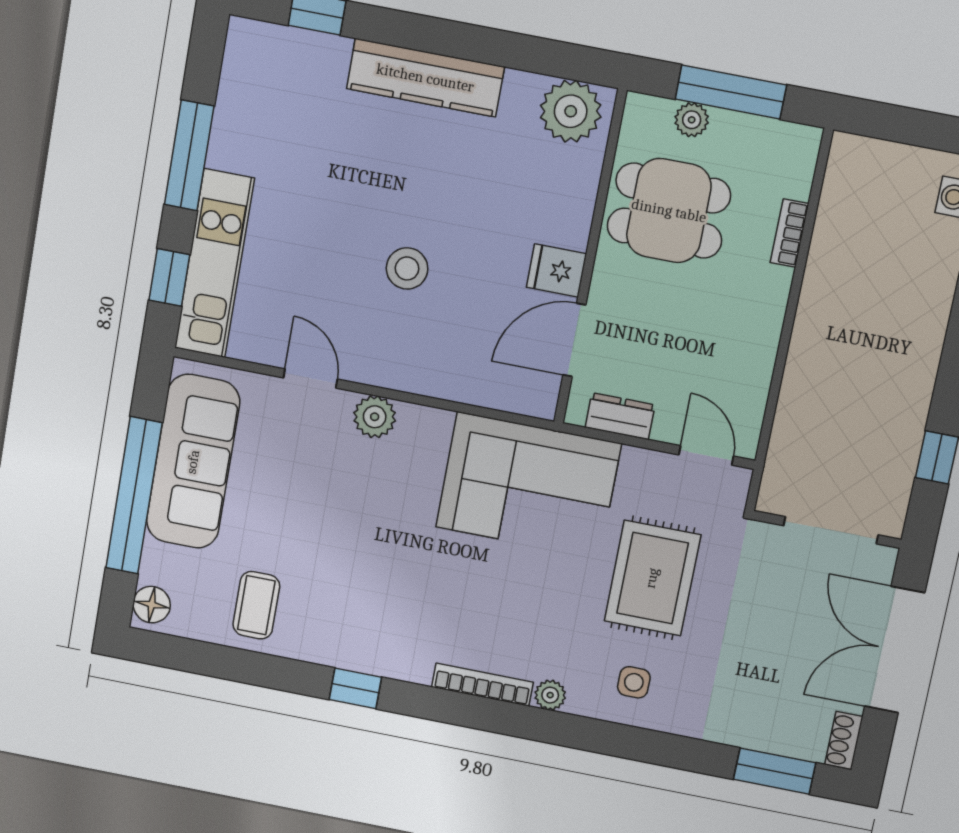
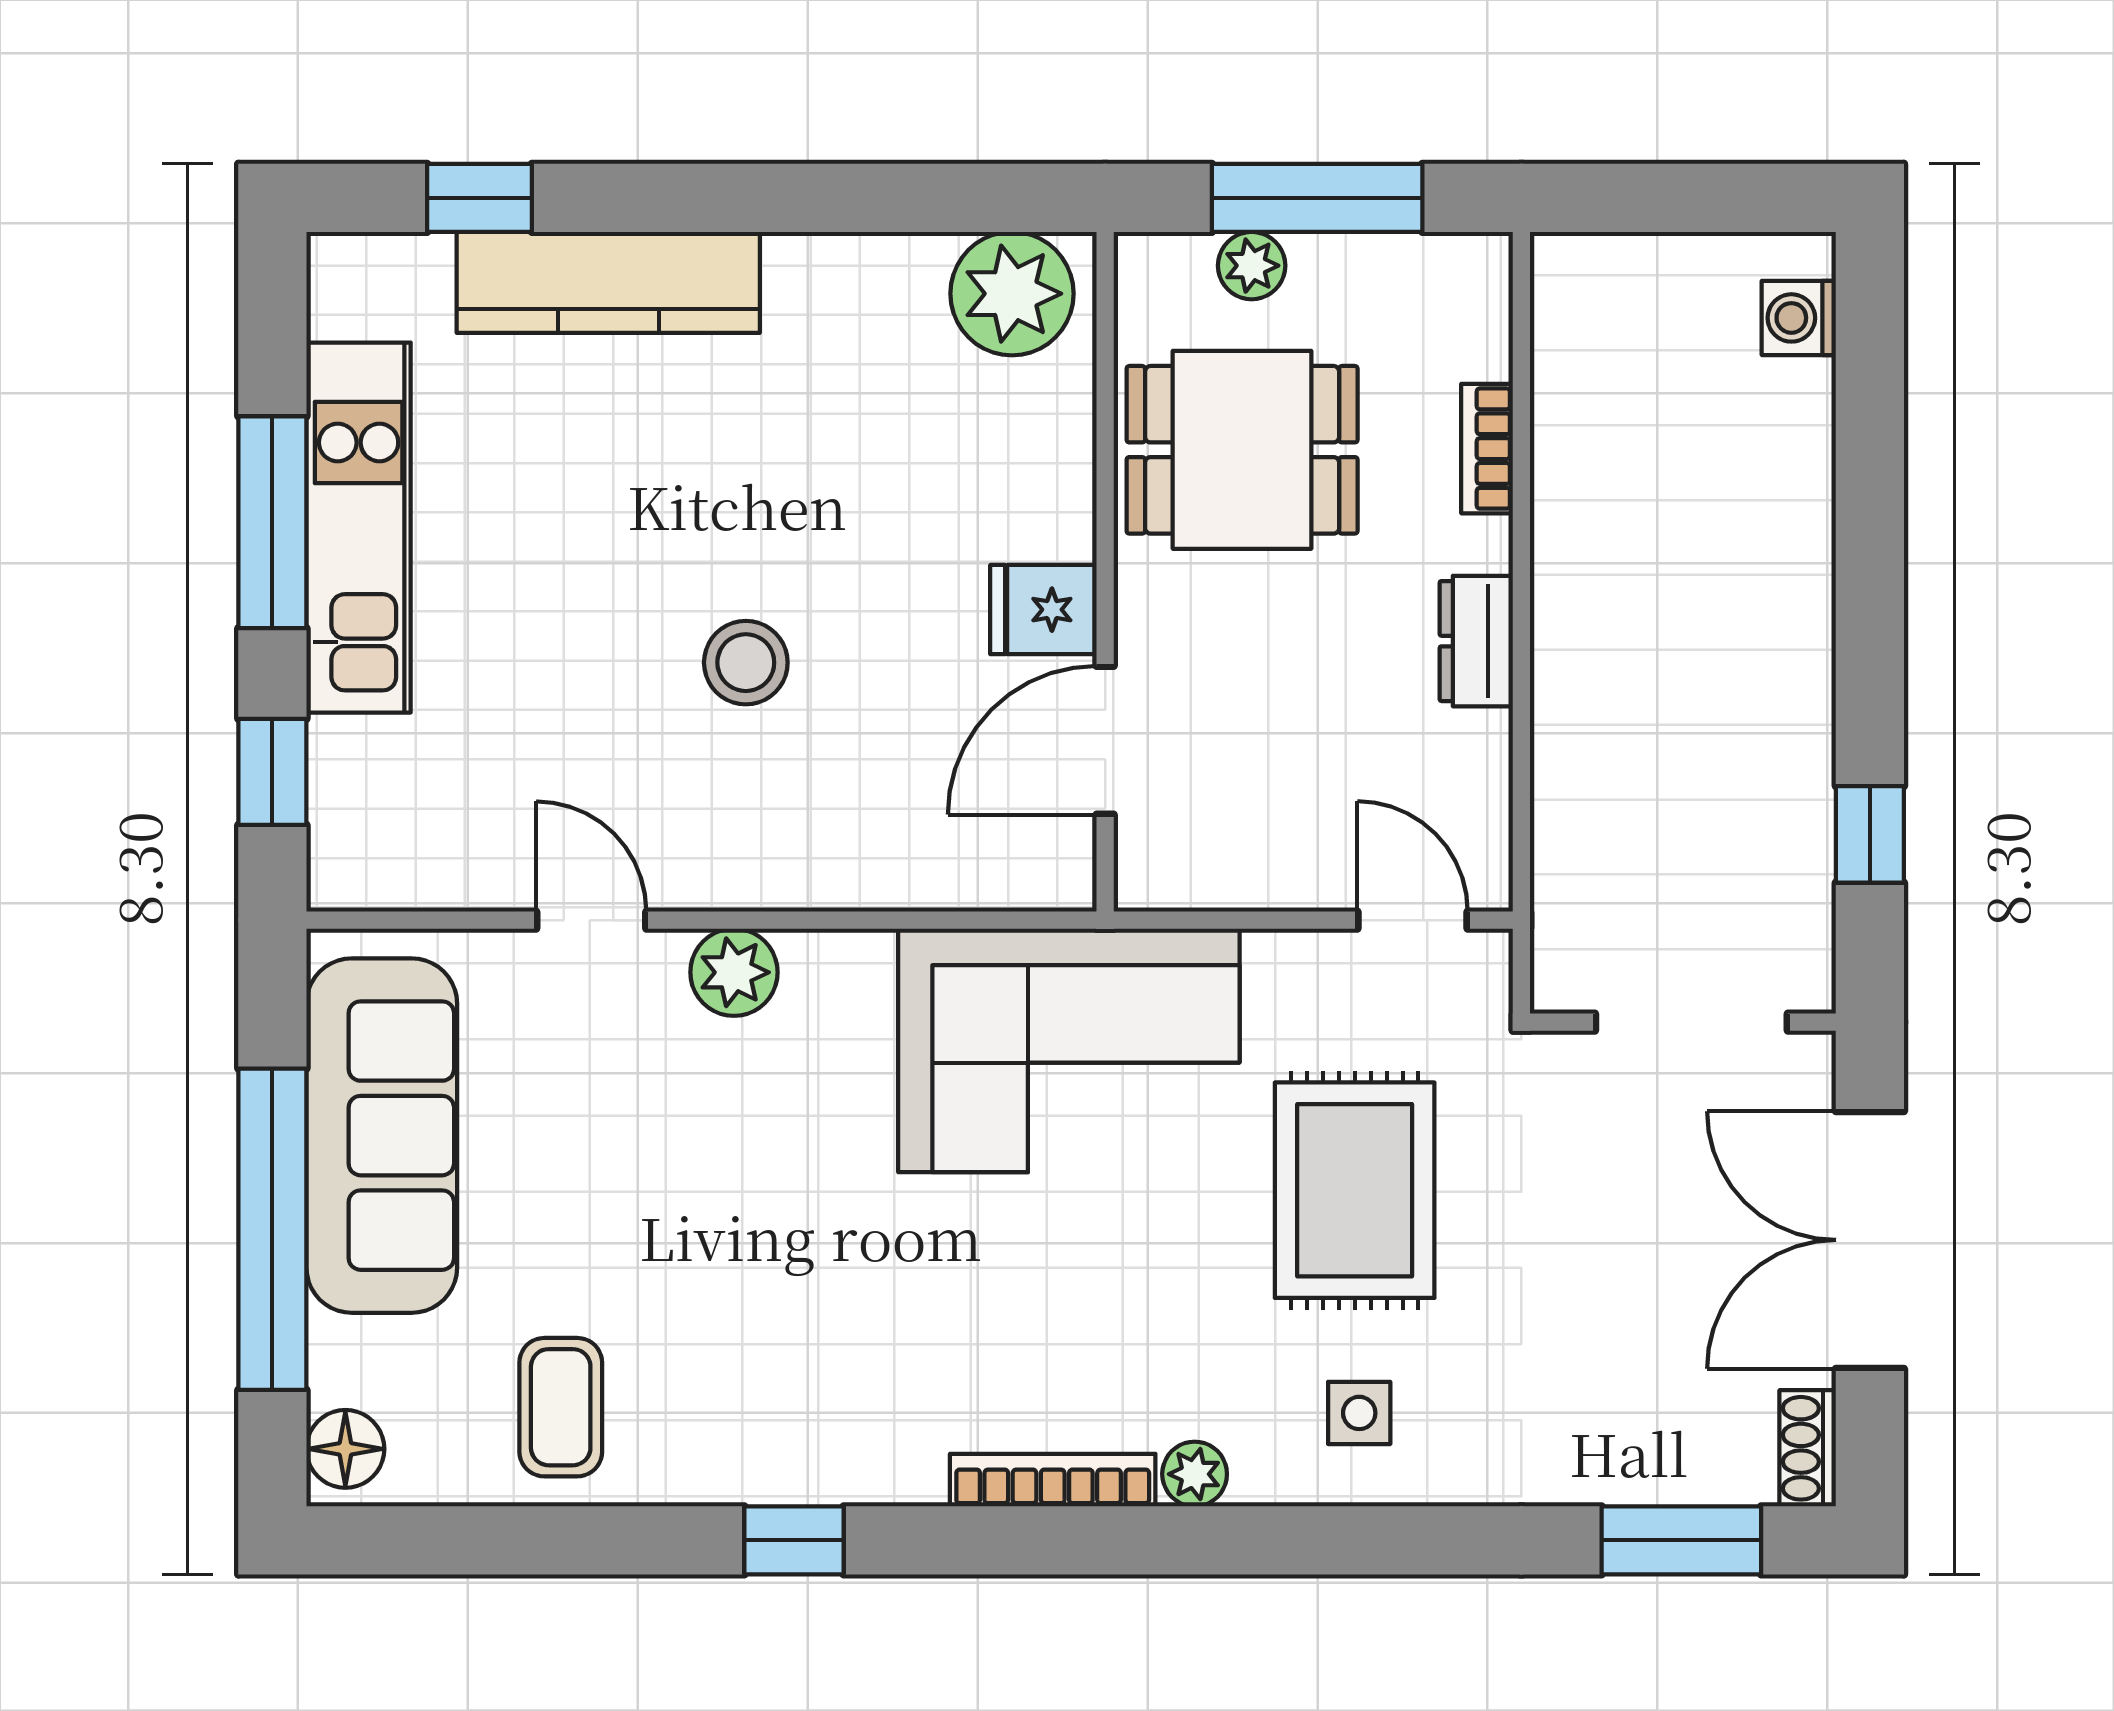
kitchen counter: (425, 78) -> (608, 282), moved
kitchen unit: (214, 263) -> (359, 528), moved
dresser: (620, 416) -> (1476, 641), moved, turned -90

